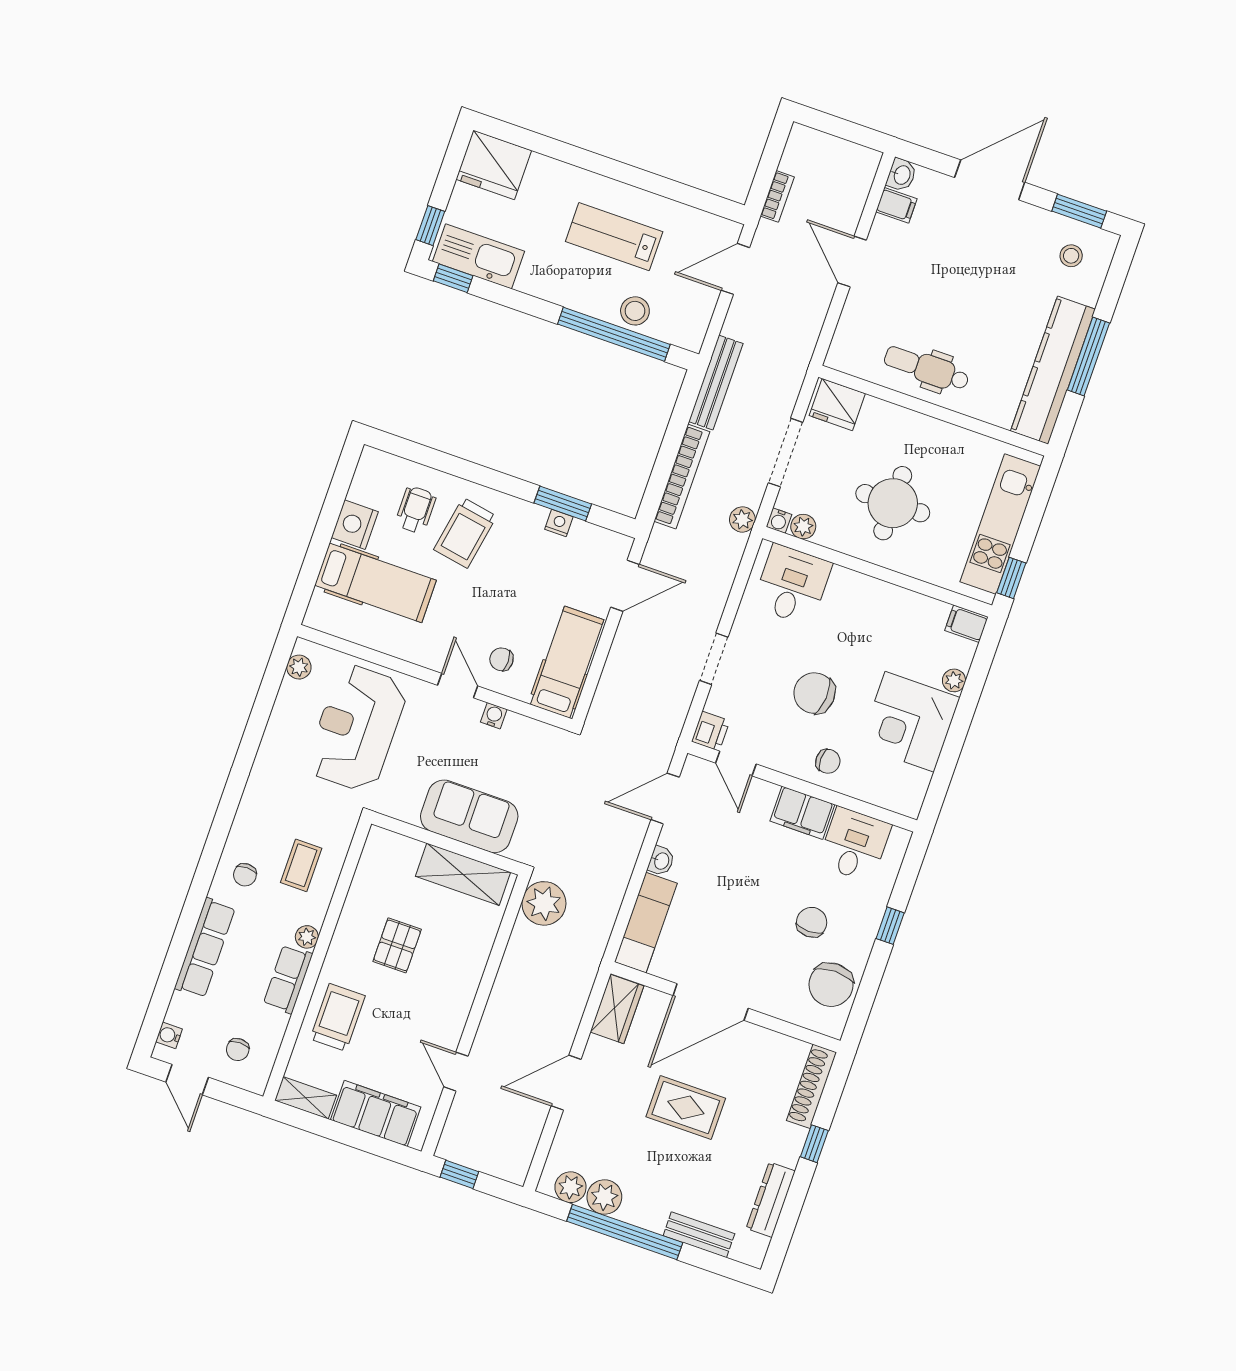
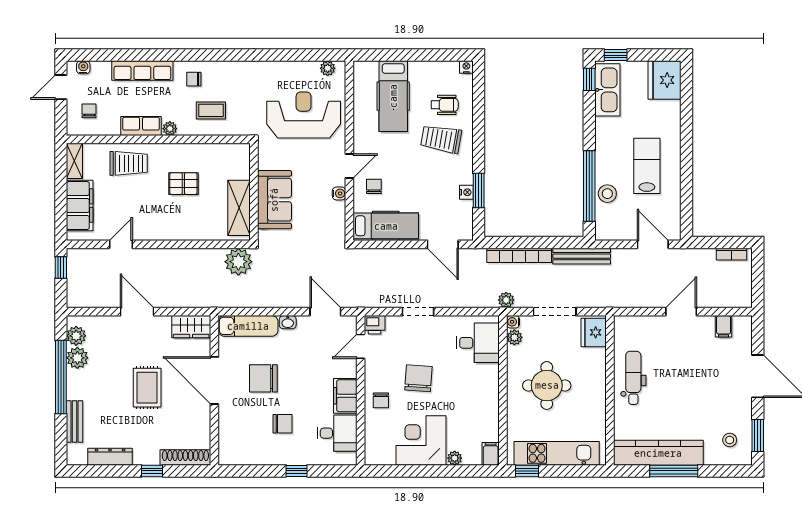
washbasin: (901, 175) -> (743, 323), removed
bookcase: (777, 196) -> (732, 254), moved
nightstand: (355, 525) -> (466, 67), moved, width x0.53, depth x0.56
chair: (831, 985) -> (263, 378), moved
chair: (238, 1050) -> (89, 111), turned 90

